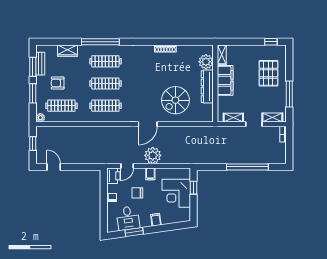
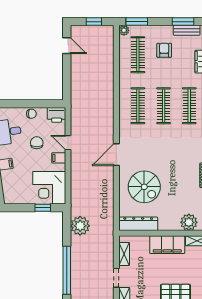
dresser: (207, 87) -> (138, 224), moved
window: (33, 93) -> (137, 22), moved
spiral stairs: (175, 100) -> (144, 187), turned 180
door: (148, 124) -> (116, 155), hinge flipped
plant: (153, 155) -> (80, 226), moved
door: (127, 166) -> (68, 143), moved
door: (54, 167) -> (67, 46), hinge flipped
corner desk: (176, 193) -> (49, 188), moved, turned -90

